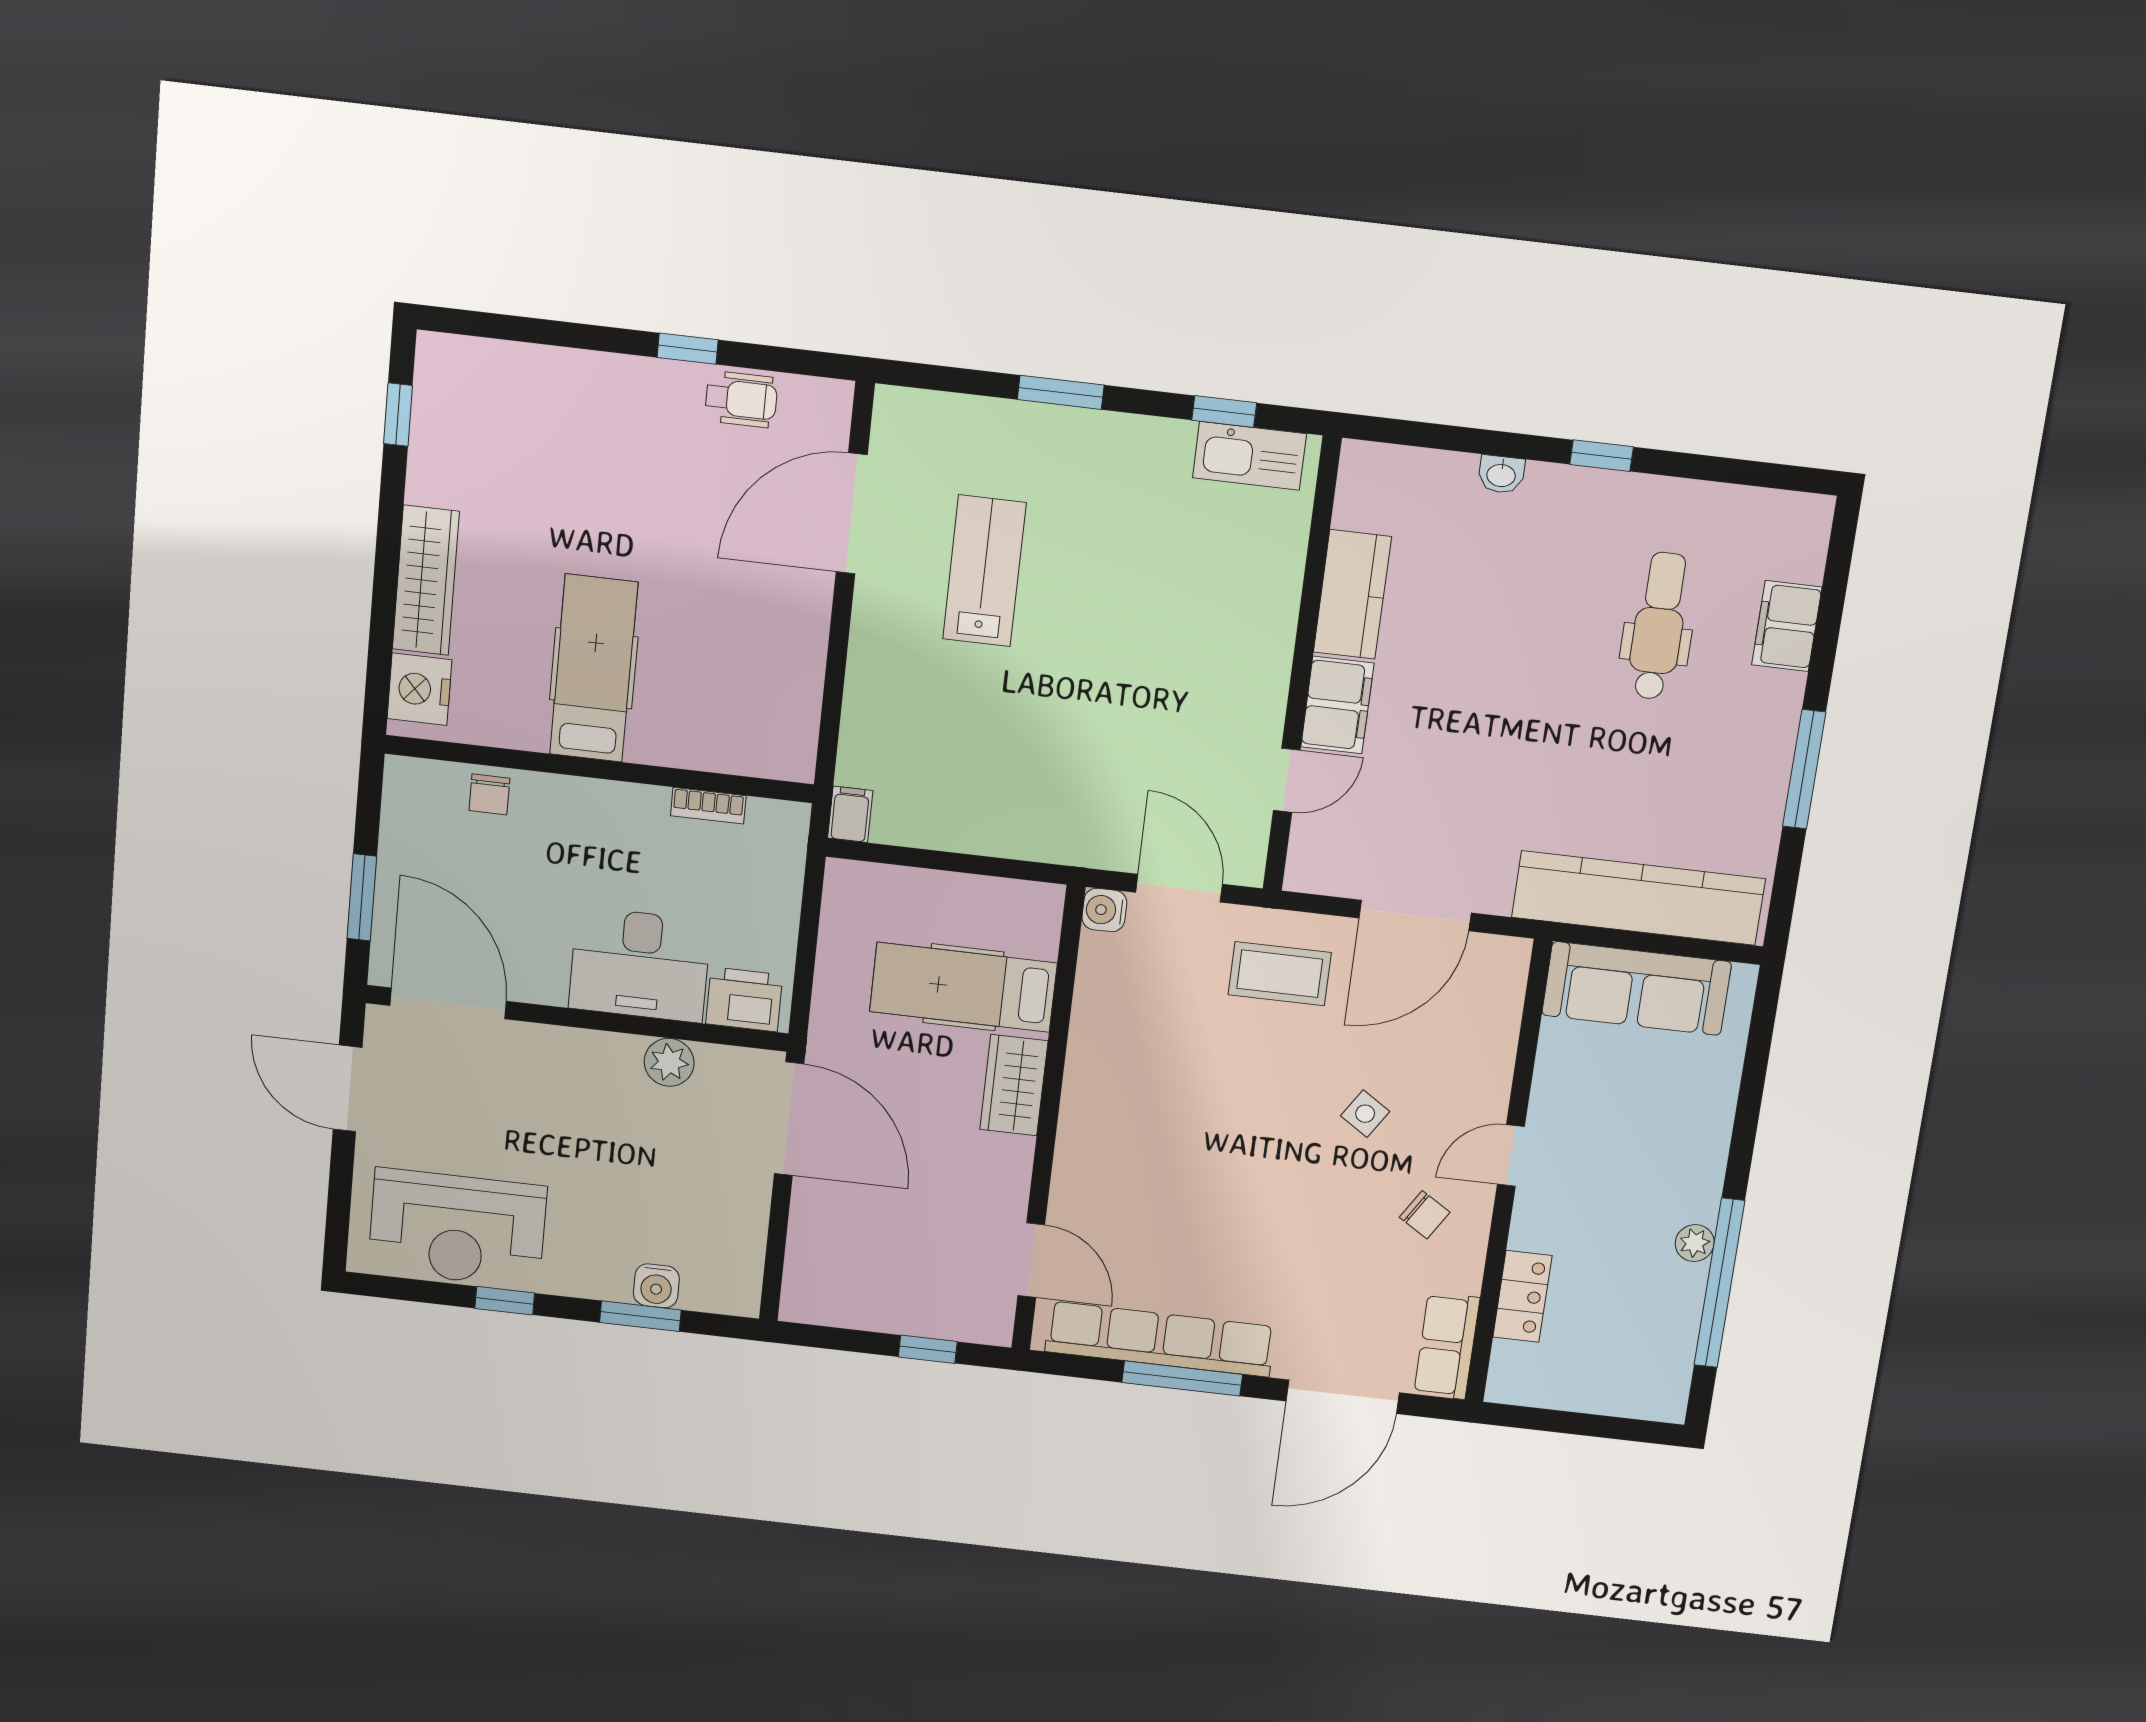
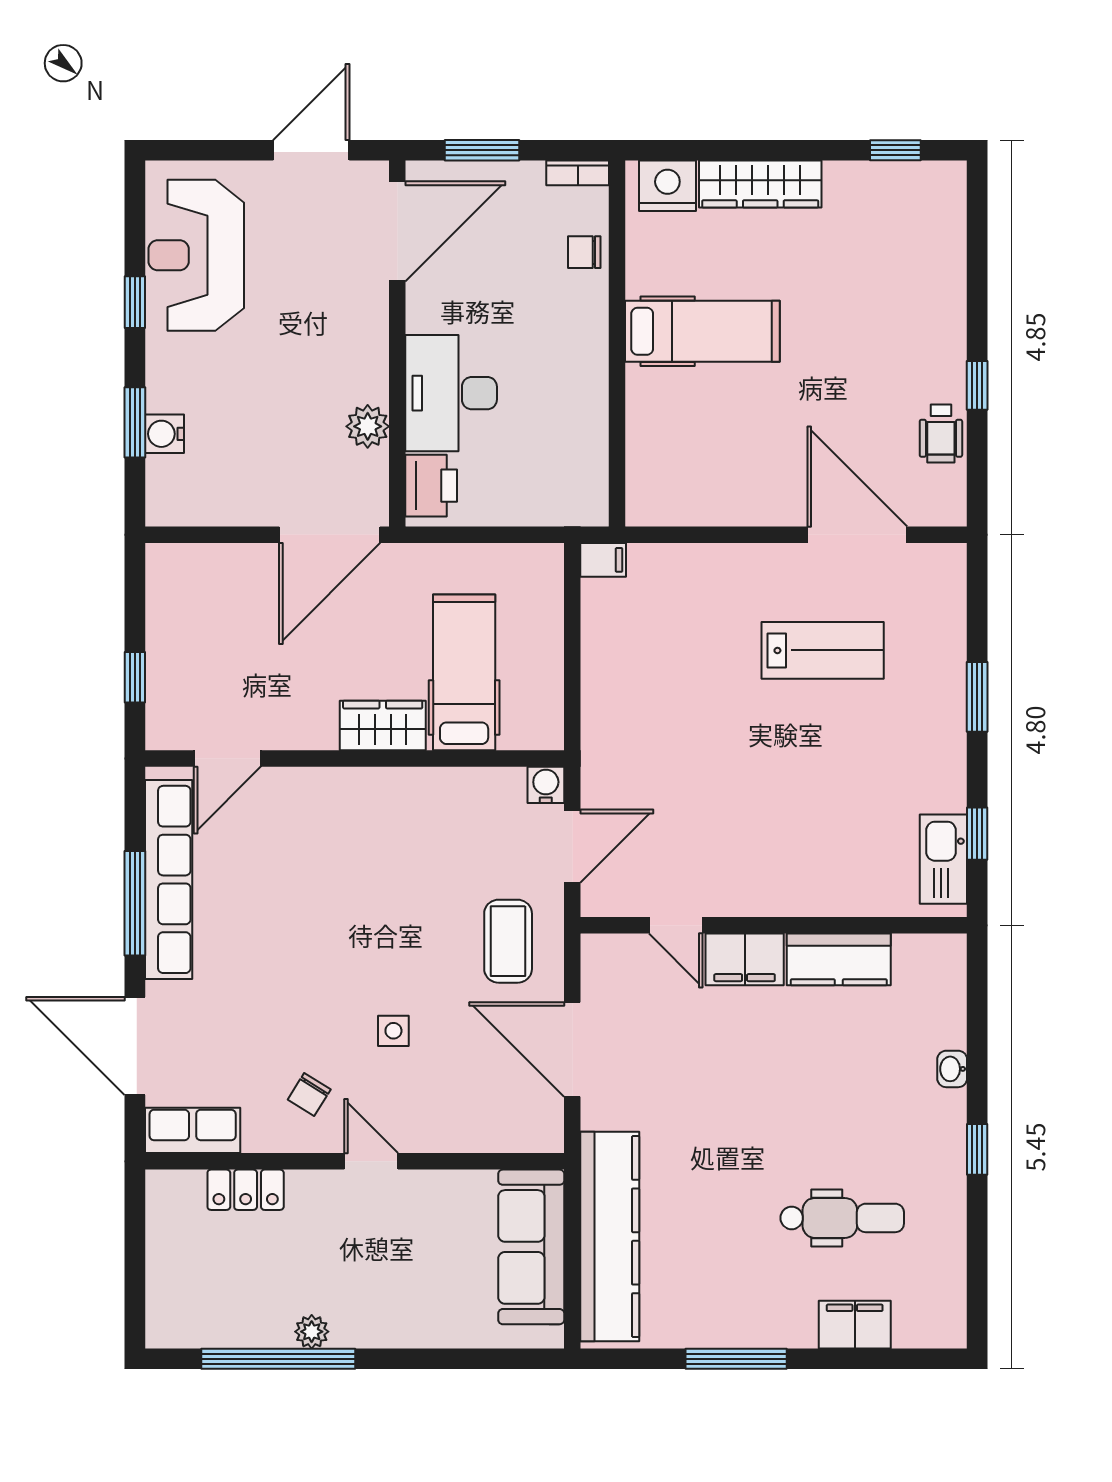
bookcase: (708, 806) -> (578, 173), moved, turned -90
side table: (1365, 1114) -> (393, 1031), turned -33

